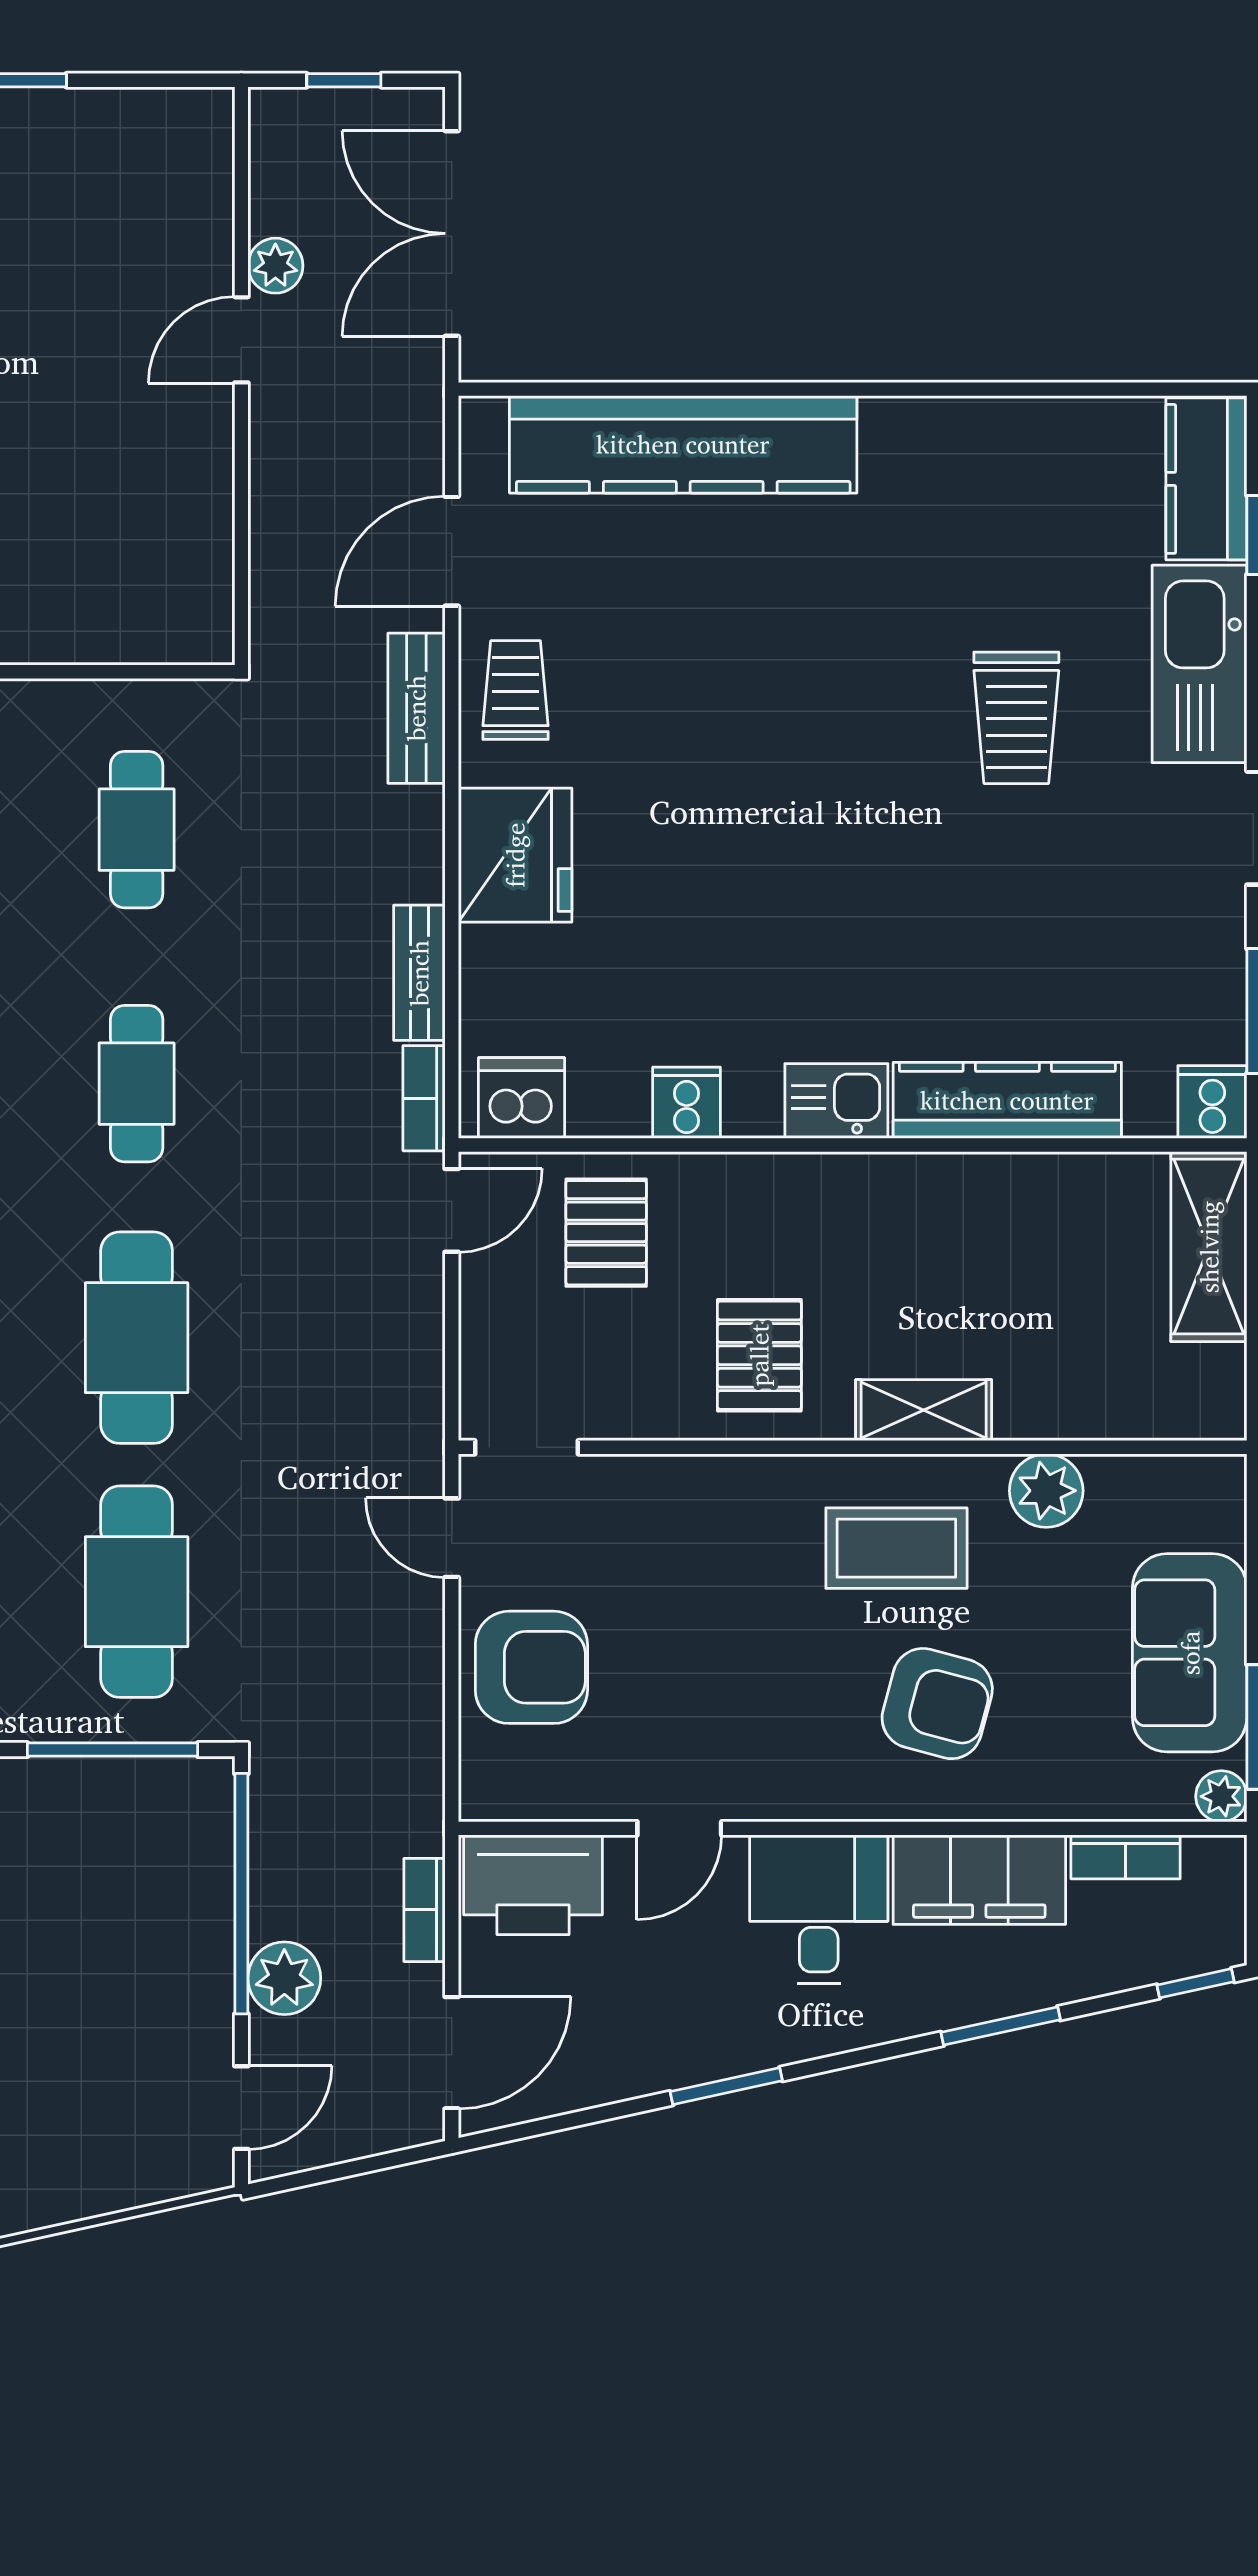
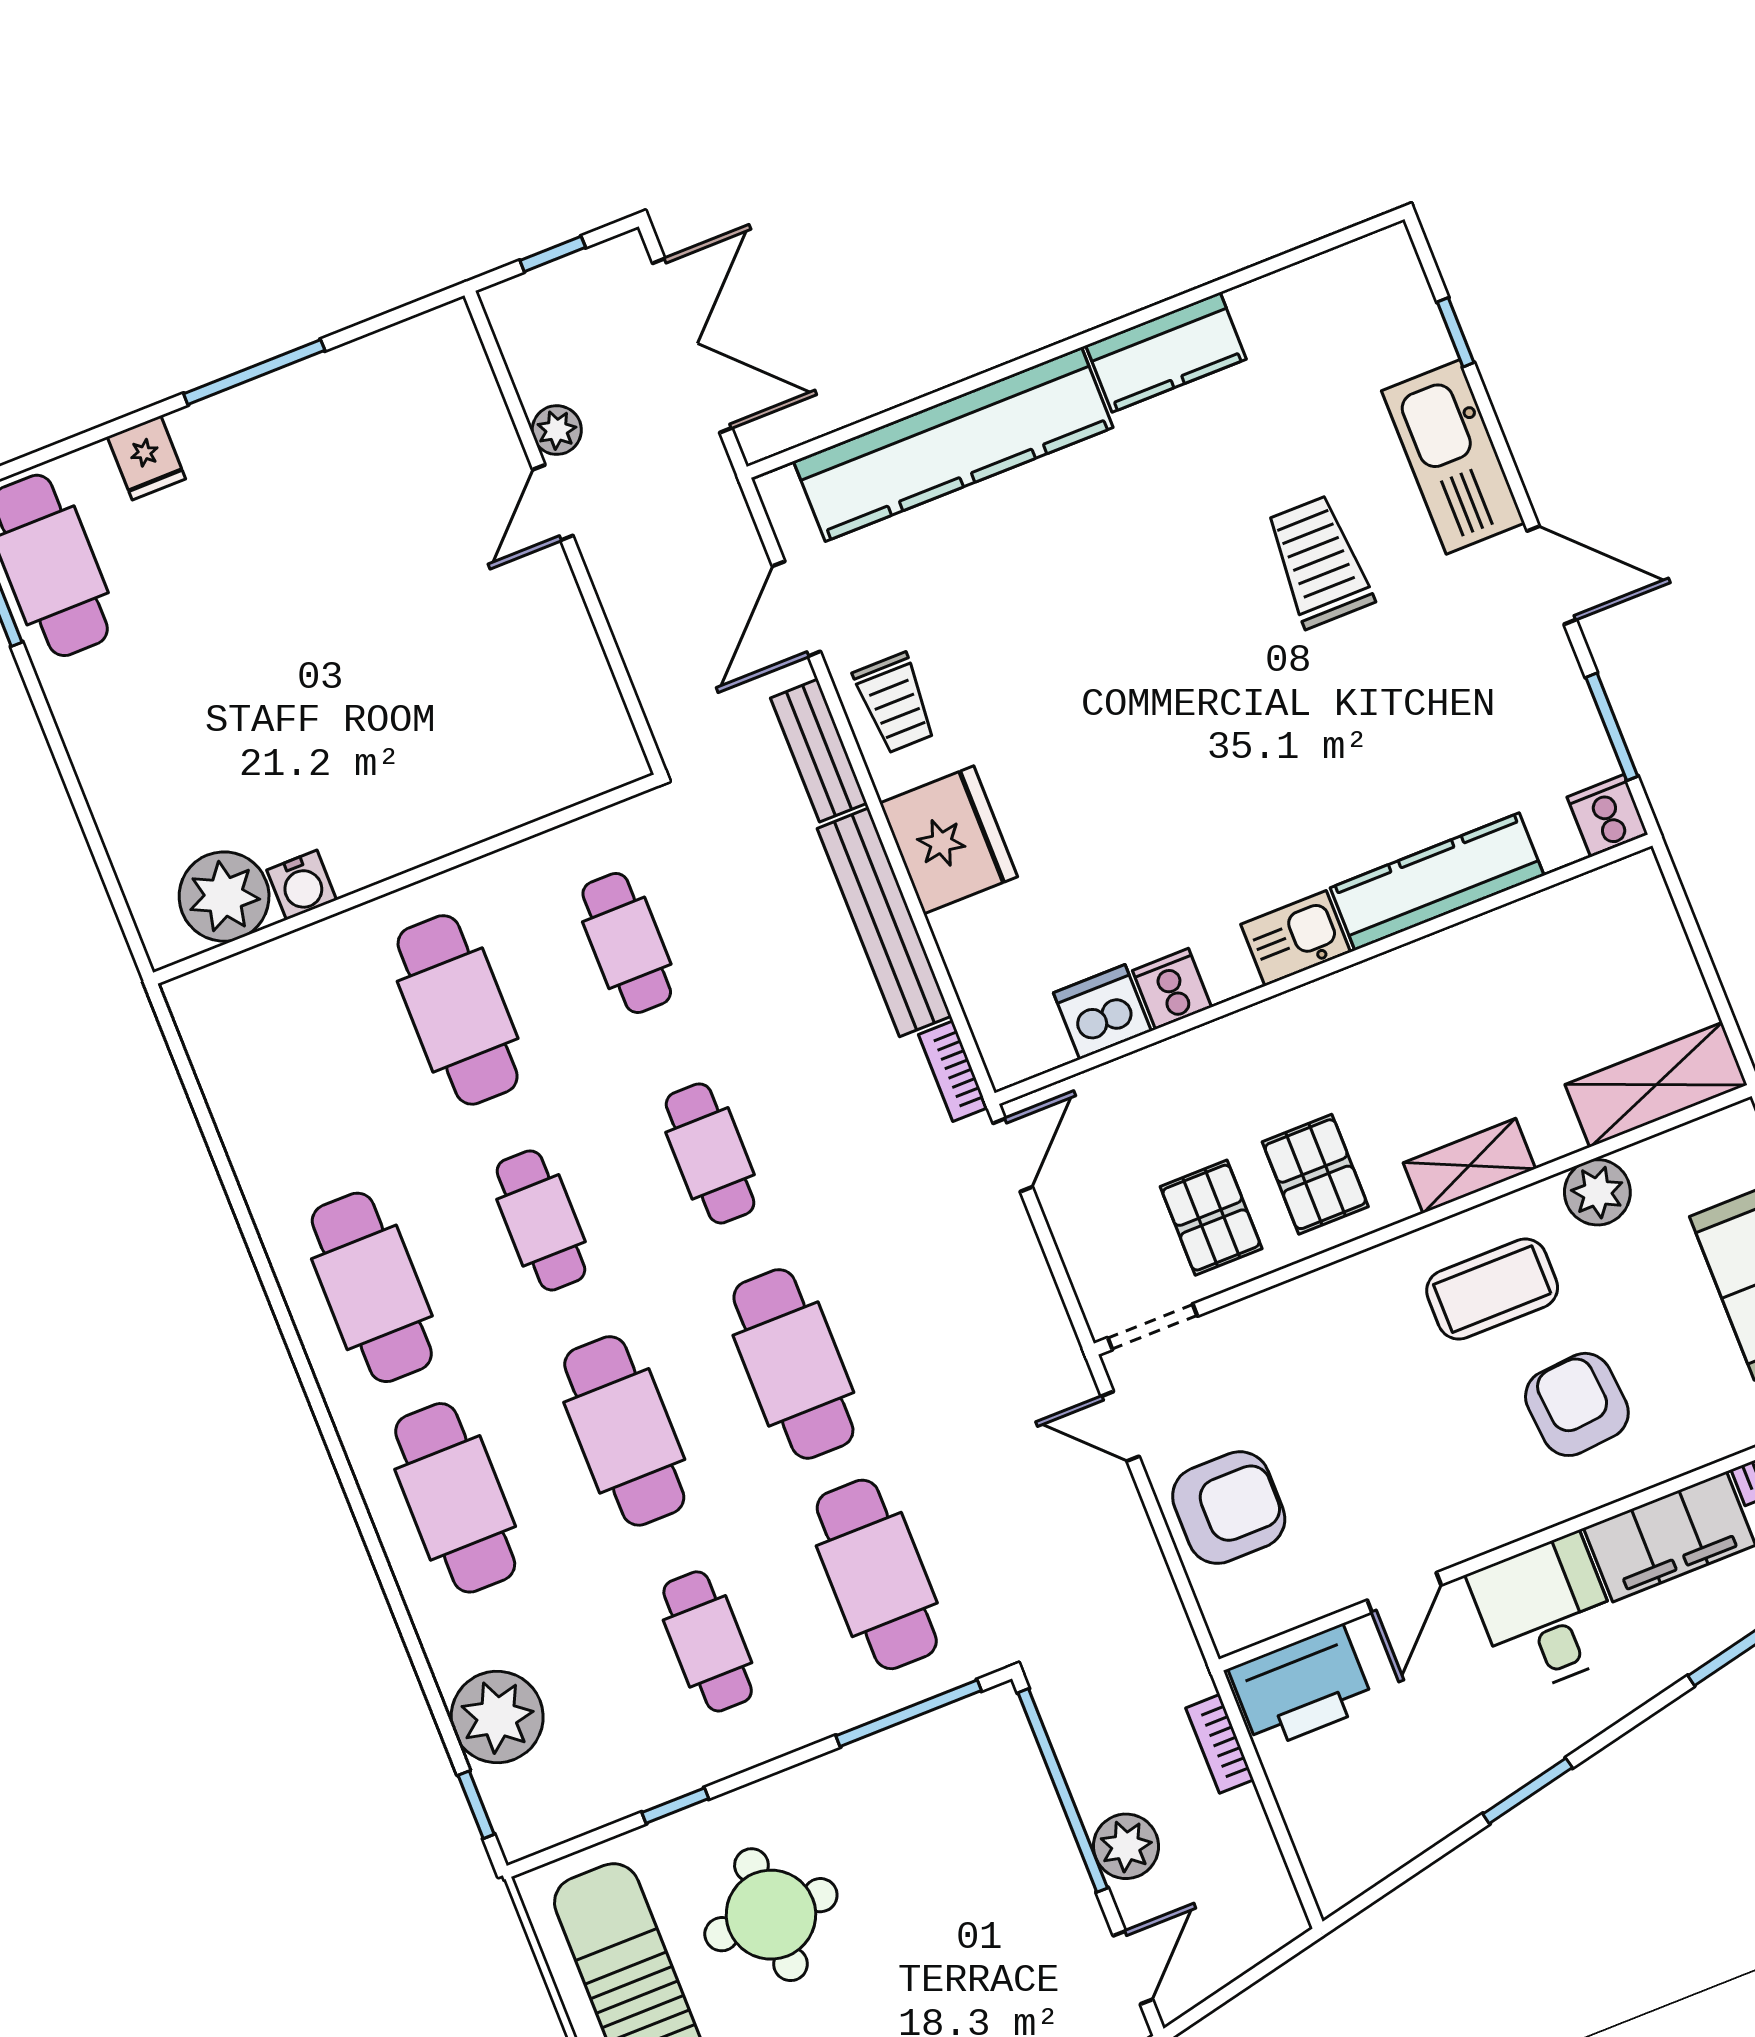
double door: (452, 233) -> (692, 346), swing flipped
kitchen counter: (1206, 479) -> (1166, 352), moved, turned -90
trolley: (516, 690) -> (895, 703), turned 180
trolley: (1016, 718) -> (1319, 562), turned 180
bench: (419, 973) -> (884, 922), width x1.86, depth x1.21
dishwasher: (522, 1098) -> (1102, 1012), moved
pallet: (606, 1233) -> (1211, 1218), moved
shelving: (1209, 1247) -> (1656, 1085), moved, turned 90
armchair: (937, 1704) -> (1577, 1404), turned -110
door: (452, 2053) -> (1289, 1853), removed

